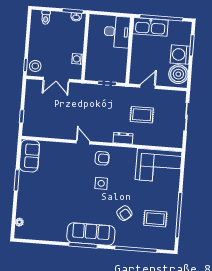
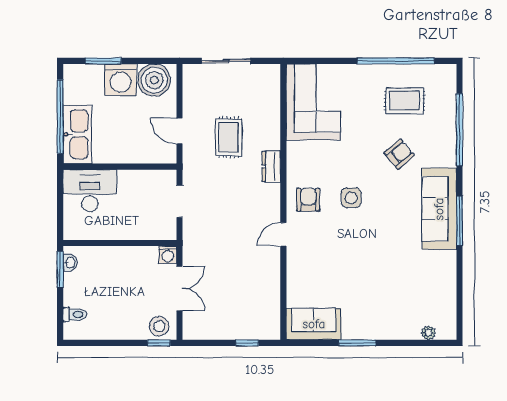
washing machine: (77, 59) -> (168, 255), moved
rug: (155, 219) -> (405, 101), turned 90

